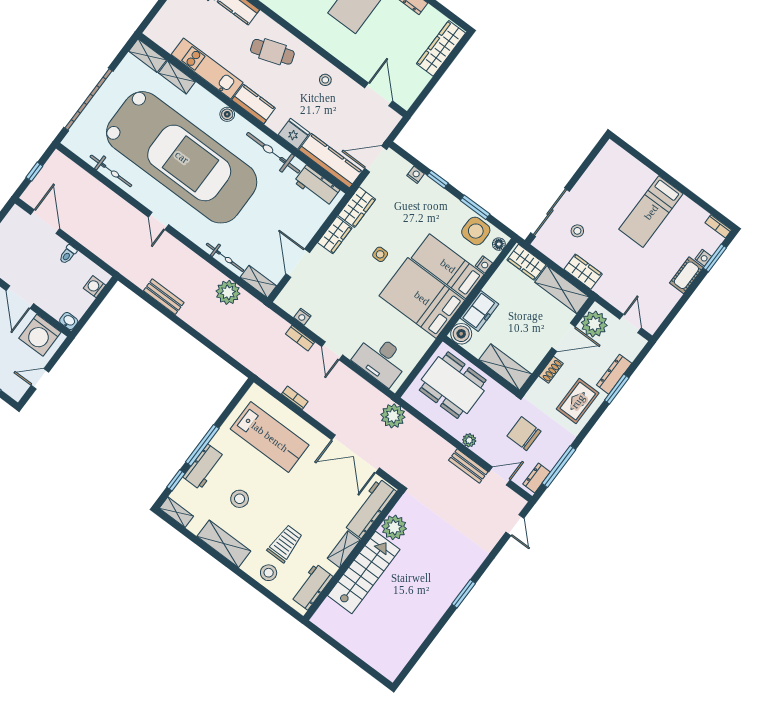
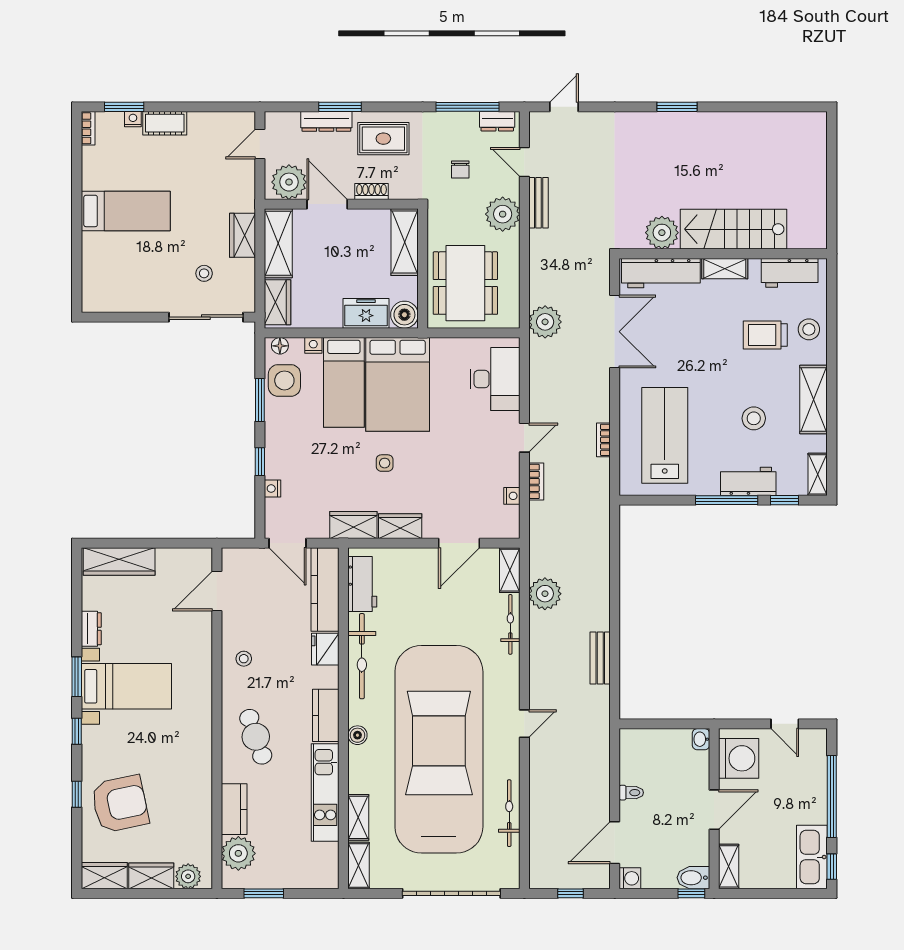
washing machine: (94, 287) -> (630, 878), moved, turned -90
chair: (524, 434) -> (460, 170), width x0.54, depth x0.54
plant: (469, 440) -> (503, 214), width x1.87, depth x1.87

